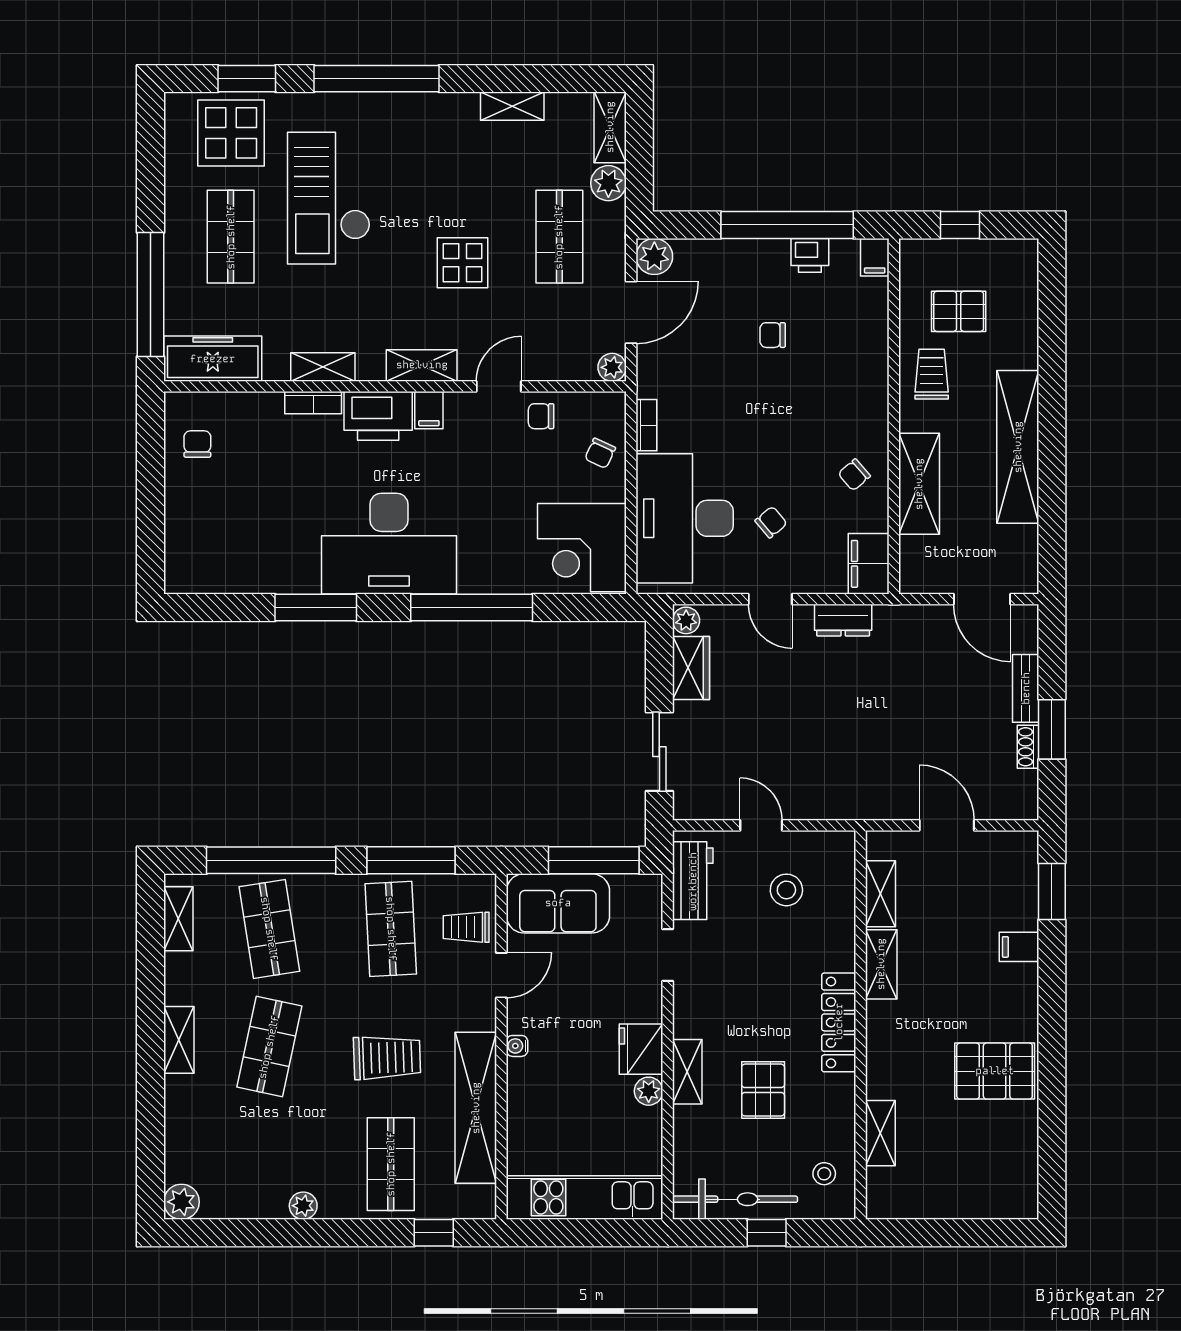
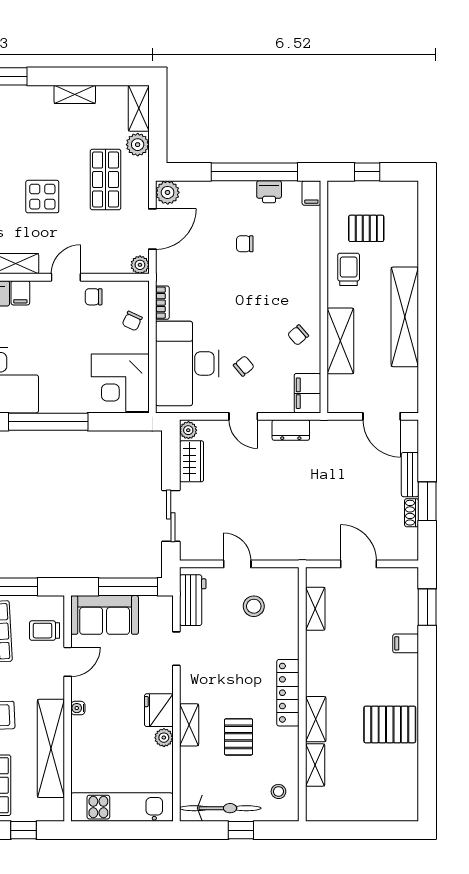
shelving: (881, 964) -> (316, 719), moved

